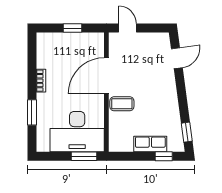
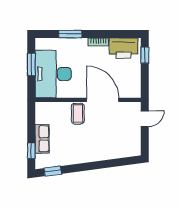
window: (72, 28) -> (145, 55), moved
printer: (48, 52) -> (124, 48), added
door: (177, 58) -> (118, 162), removed
window: (84, 156) -> (31, 64), moved

